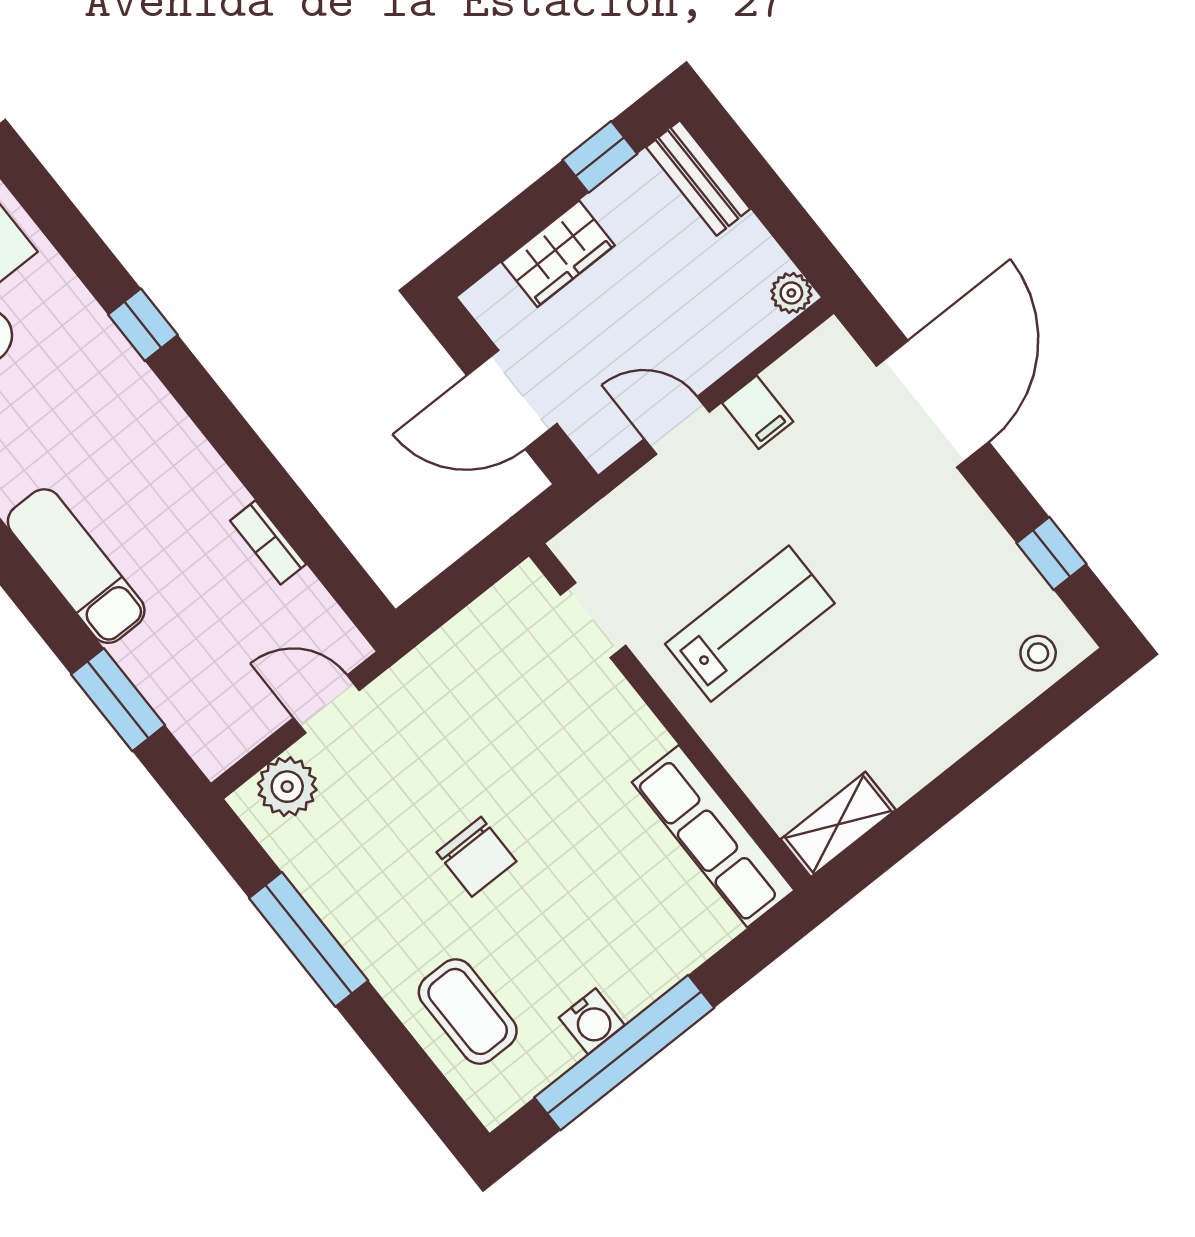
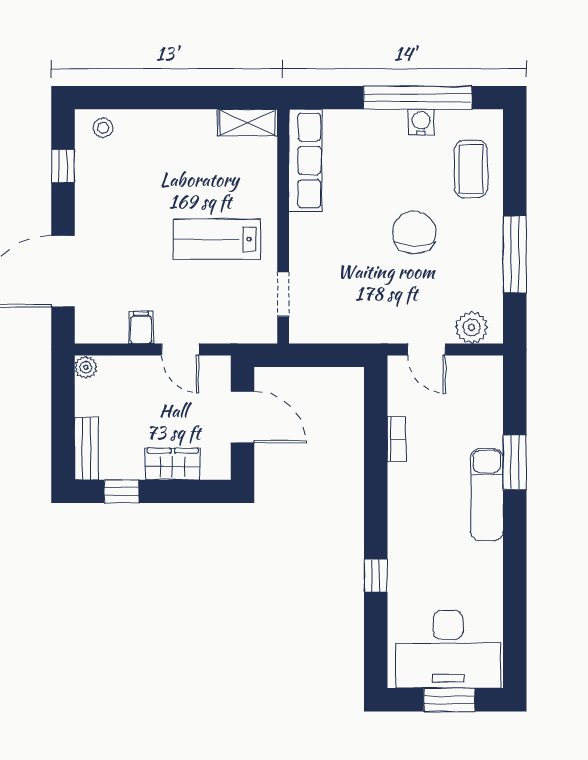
window: (118, 700) -> (515, 462), moved
chair: (476, 857) -> (414, 232), width x1.37, depth x1.37

